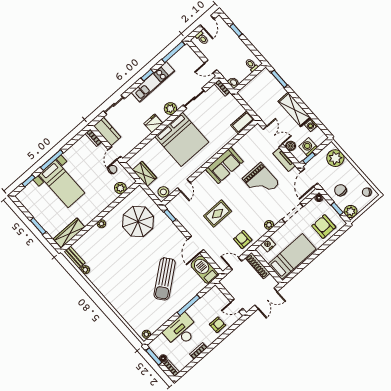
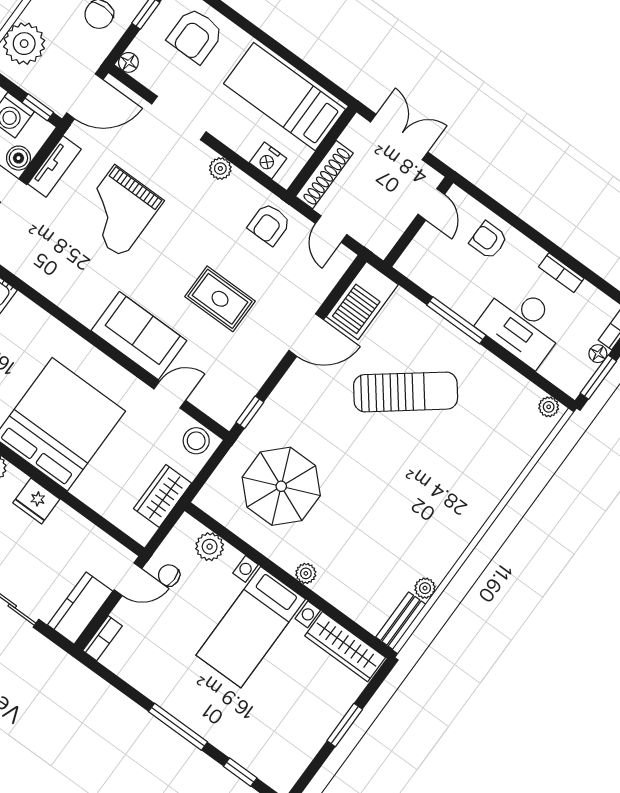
sofa: (224, 165) -> (139, 336), moved
grand piano: (261, 181) -> (119, 211), turned 180
bed with nightstands: (62, 184) -> (251, 627), moved, turned 180

